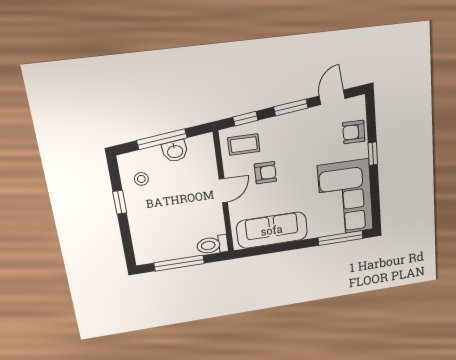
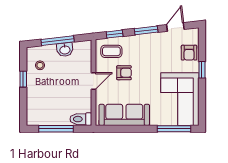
armchair: (354, 132) -> (189, 53), turned -90

